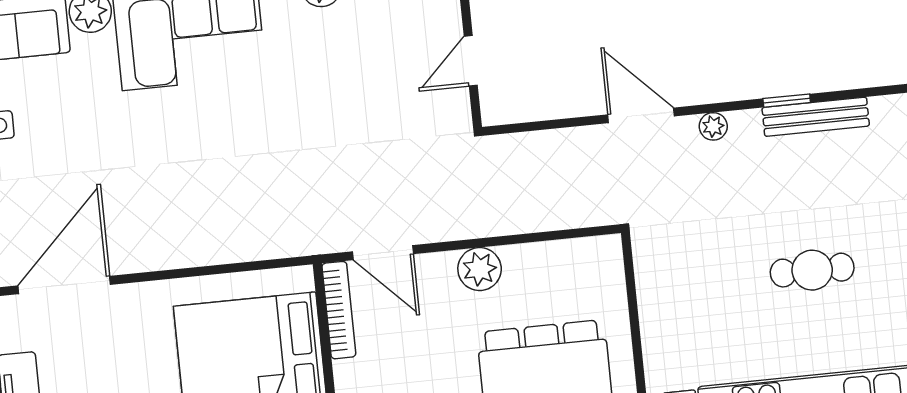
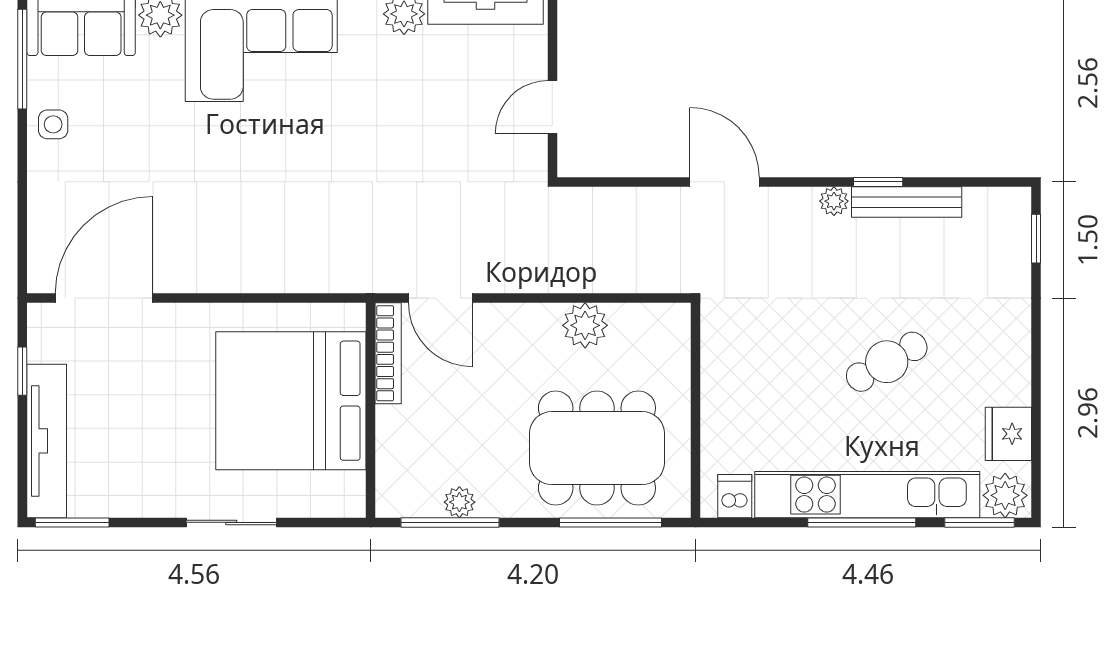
plant: (713, 126) -> (834, 201), moved
plant: (480, 269) -> (585, 325), moved
cafe table: (812, 270) -> (887, 362), turned -30

